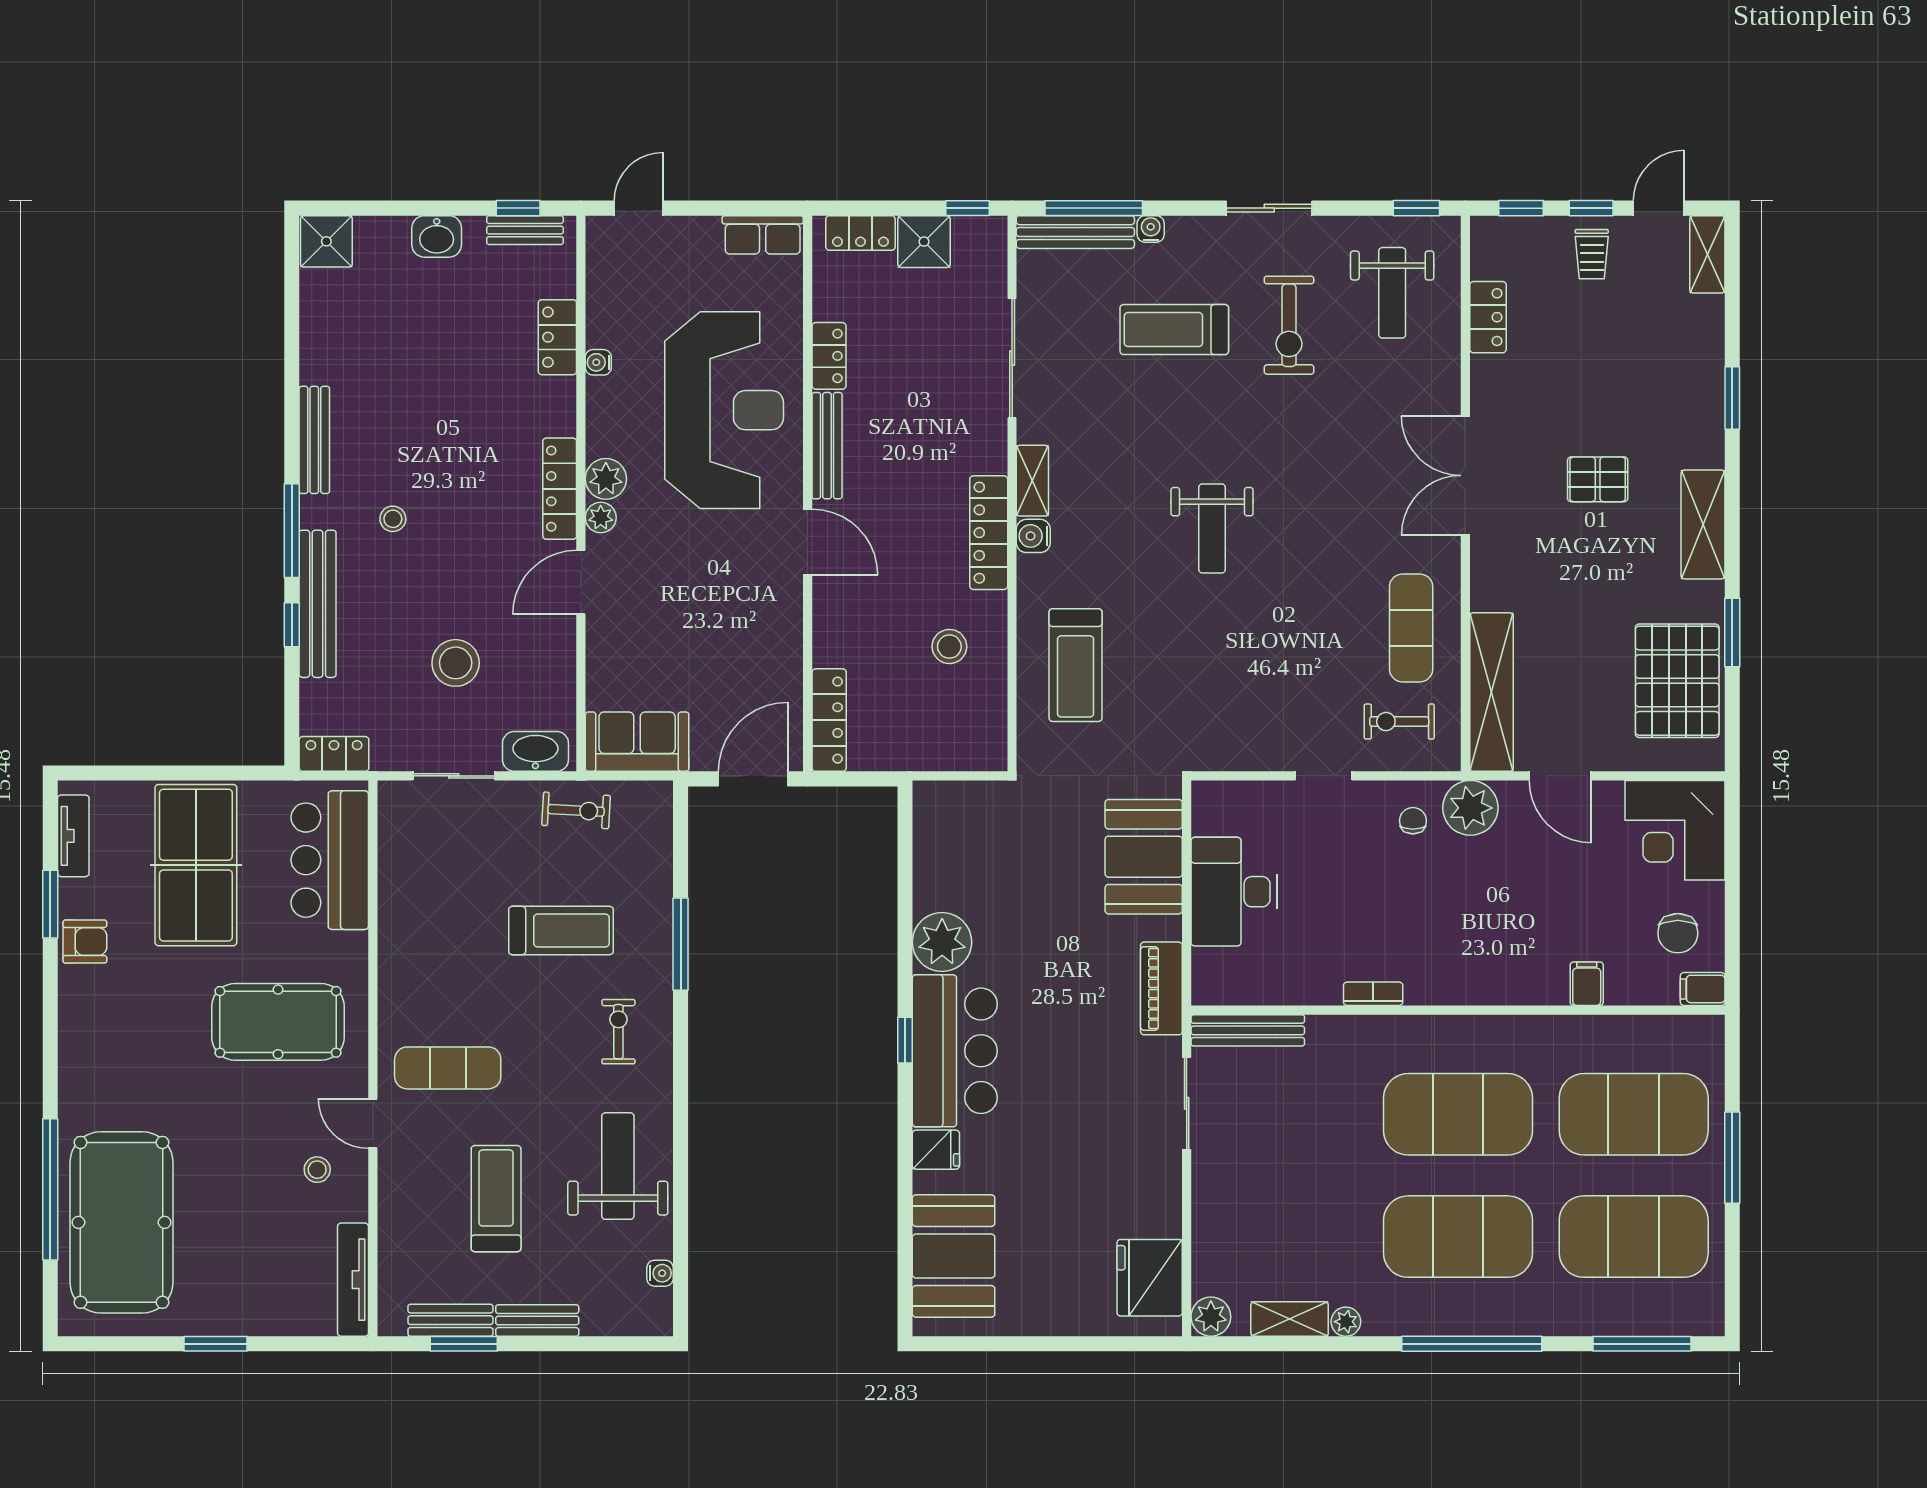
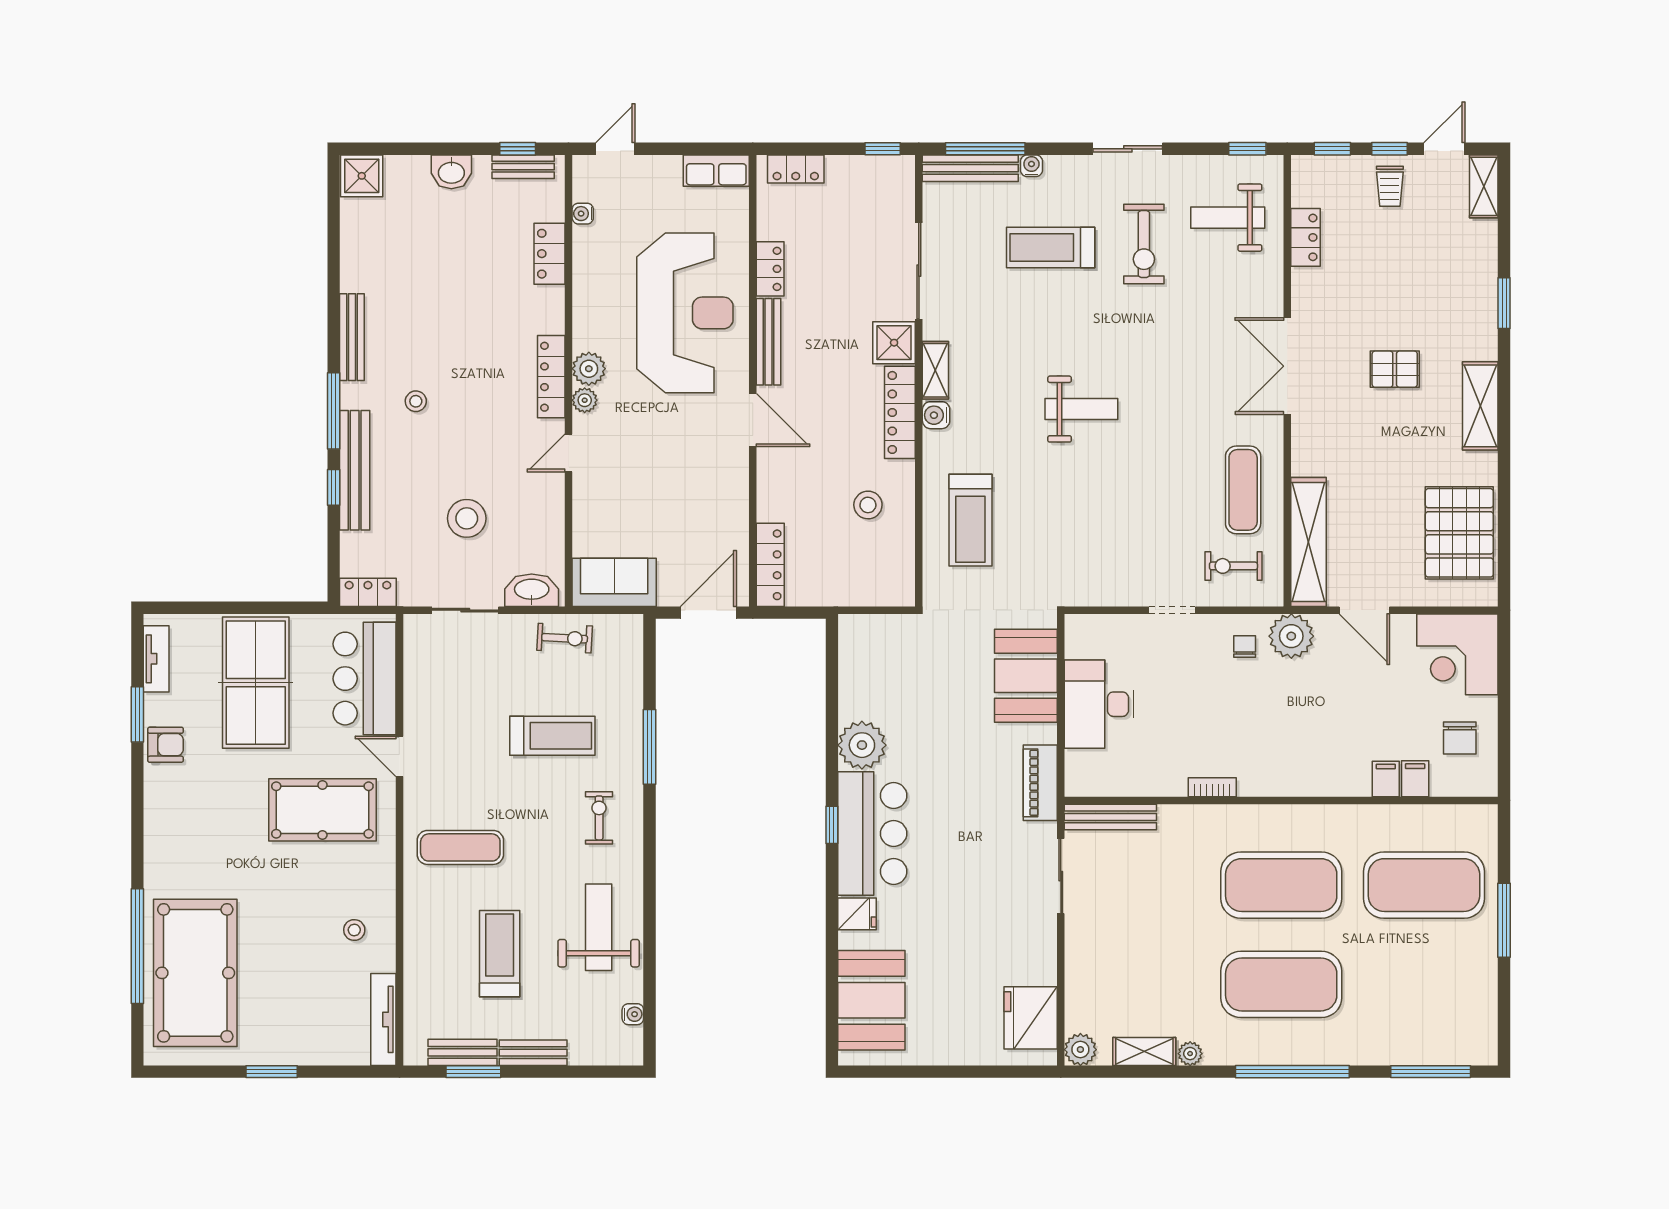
shower: (924, 242) -> (894, 343), moved
weight bench: (1392, 293) -> (1228, 218), turned 90
water cooler: (598, 362) -> (583, 214), moved
weight bench: (1212, 528) -> (1081, 409), turned -90
door: (581, 582) -> (569, 453), width x0.73
window: (1732, 633) -> (1504, 494), removed
filing cabinet: (1703, 989) -> (1415, 779), moved, turned 90
door: (373, 1123) -> (399, 756), moved
exercise mat: (1634, 1237) -> (1424, 984), removed

